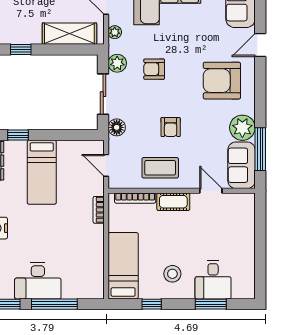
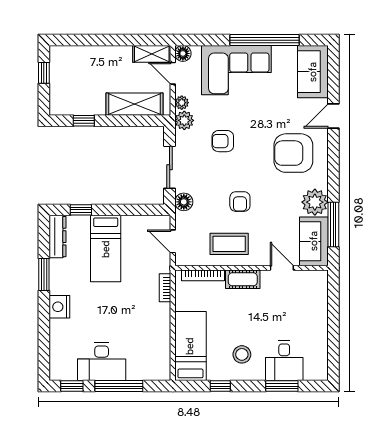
plant: (117, 63) -> (184, 120), moved

